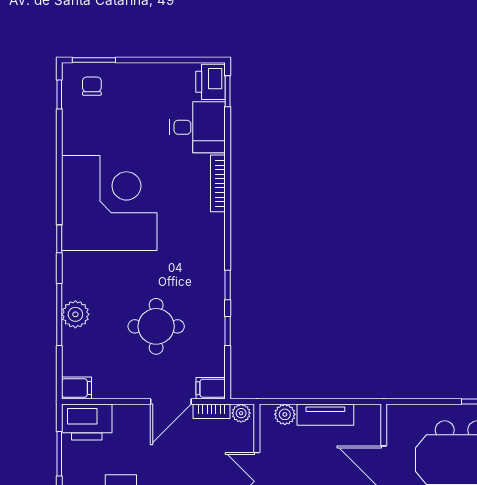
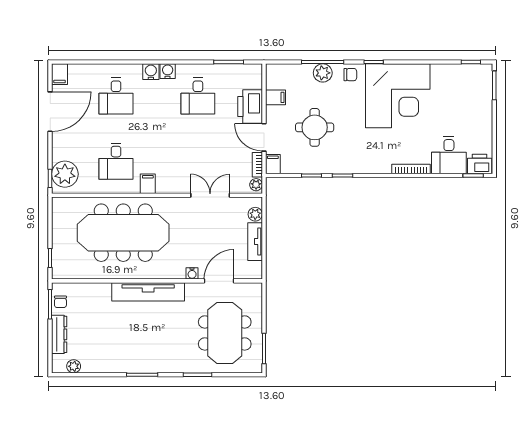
chair: (92, 86) -> (350, 75), moved
filing cabinet: (76, 388) -> (276, 97), moved, turned -90
printer: (87, 422) -> (250, 106), moved

